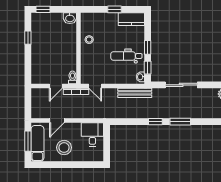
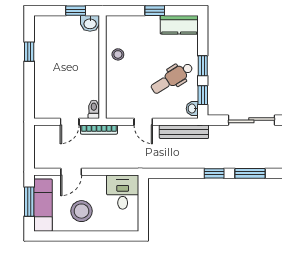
window: (43, 9) -> (76, 11), moved
dental chair: (126, 56) -> (172, 78), turned -32
door: (95, 86) -> (143, 122), moved

